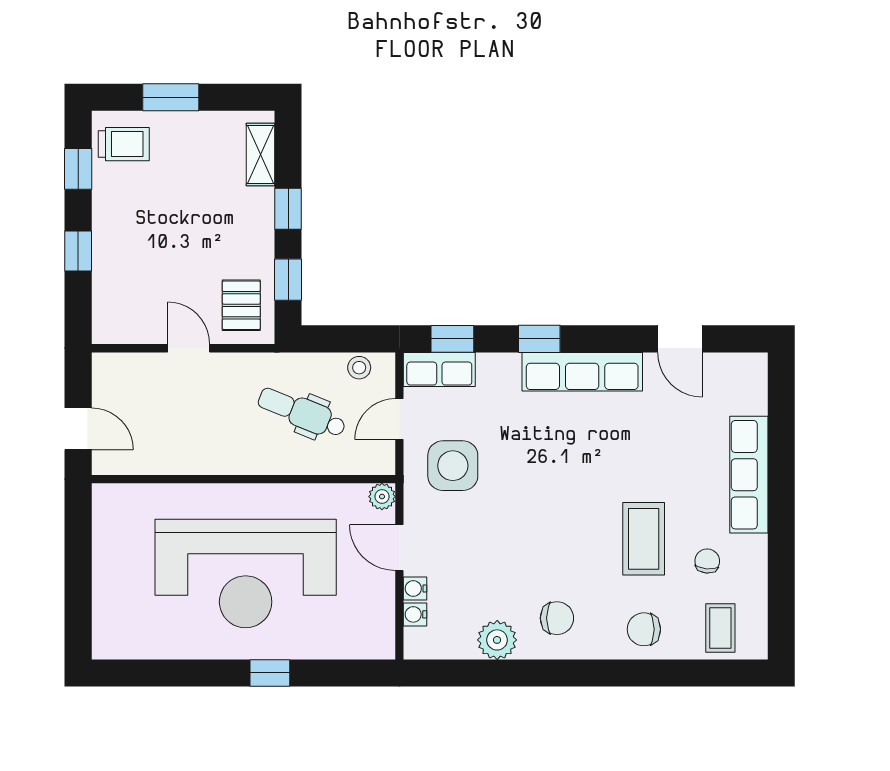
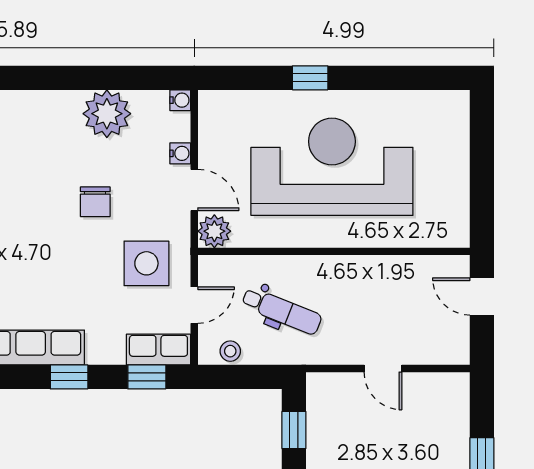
pallet: (241, 305) -> (336, 407), removed
plant: (382, 497) -> (214, 231), width x1.38, depth x1.38
water cooler: (415, 614) -> (180, 100), moved
chair: (557, 618) -> (95, 202), moved, turned -90
plant: (497, 640) -> (107, 114), width x1.36, depth x1.36

